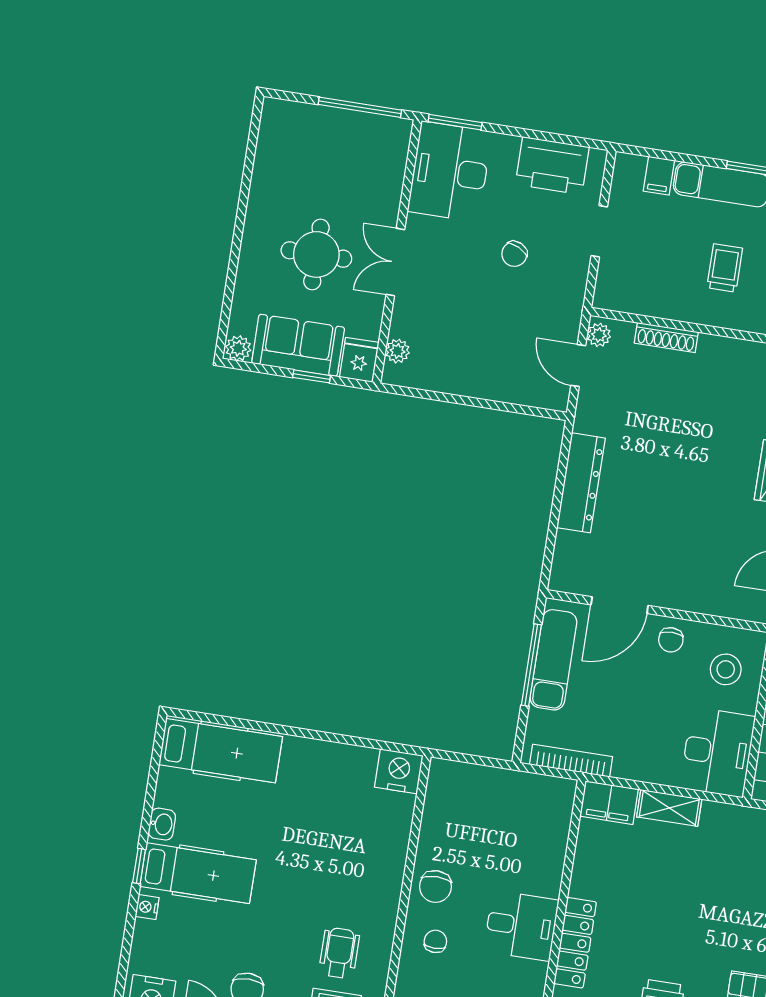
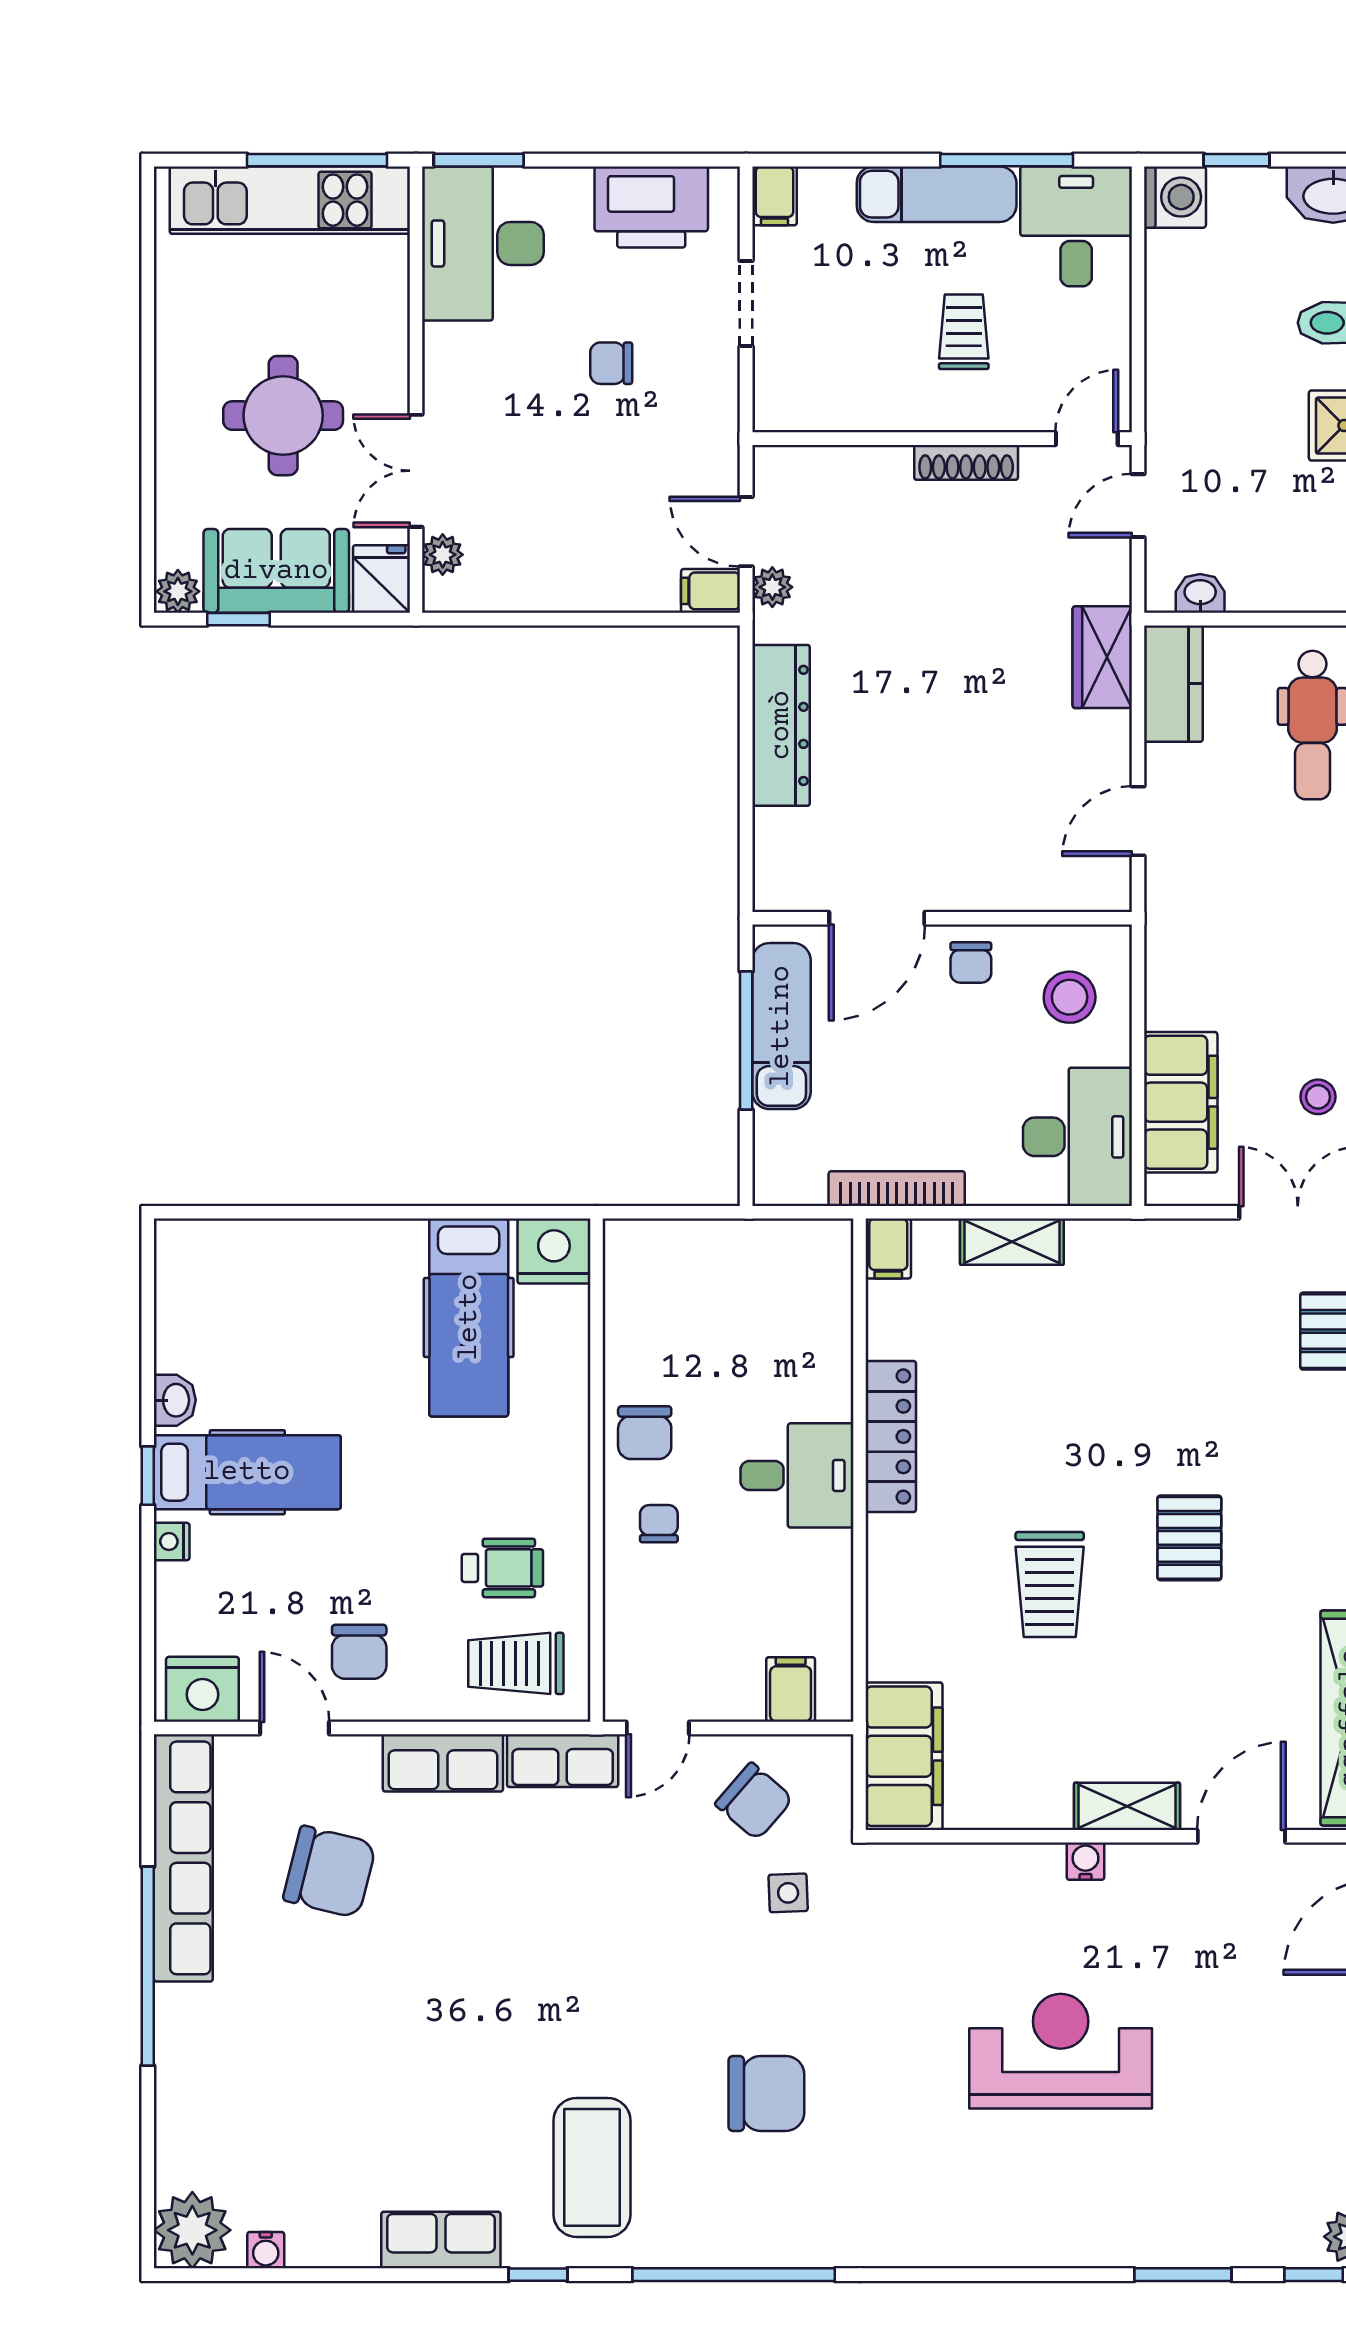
kitchen unit: (340, 128) -> (290, 200), added
filing cabinet: (659, 176) -> (774, 196), moved
chair: (514, 254) -> (611, 363), turned 64
double door: (395, 262) -> (416, 471), moved
plant: (599, 335) -> (772, 587), moved
shoe rack: (666, 338) -> (966, 462), moved
window: (312, 376) -> (239, 619), moved
filing cabinet: (552, 397) -> (711, 591), added
hospital bed: (221, 751) -> (469, 1317), moved, turned 90
bookcase: (571, 761) -> (897, 1189), moved
filing cabinet: (609, 803) -> (888, 1248), width x0.50
locker: (575, 943) -> (891, 1436), moved
wheelchair: (339, 953) -> (502, 1568), turned 90

